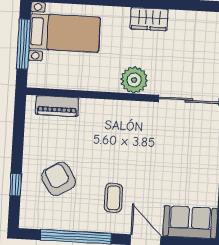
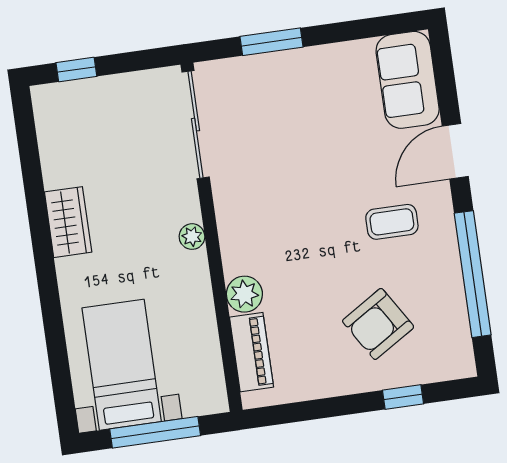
plant: (134, 80) -> (192, 237), width x0.53, depth x0.53
plant: (90, 108) -> (244, 294), added

